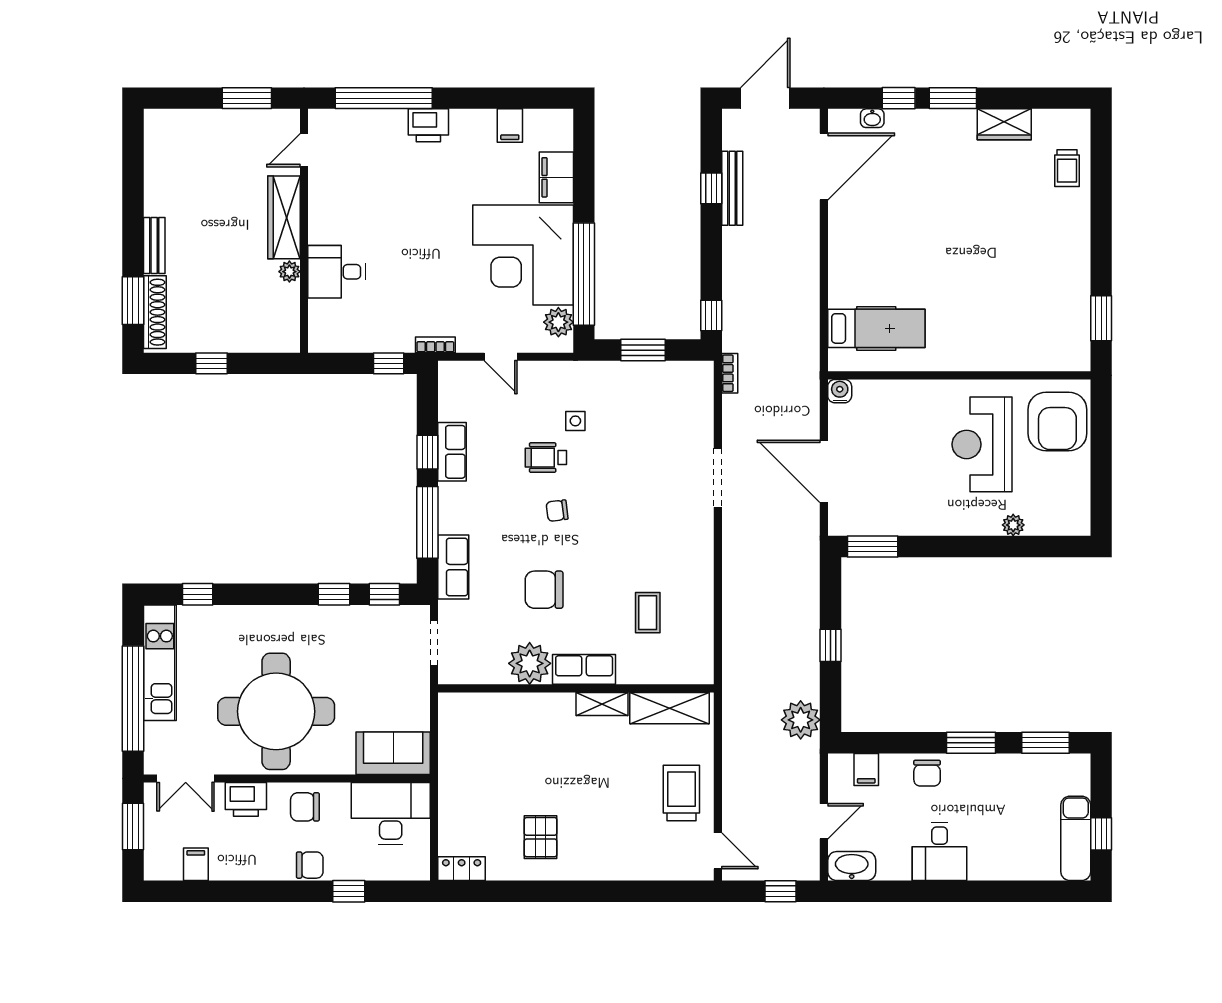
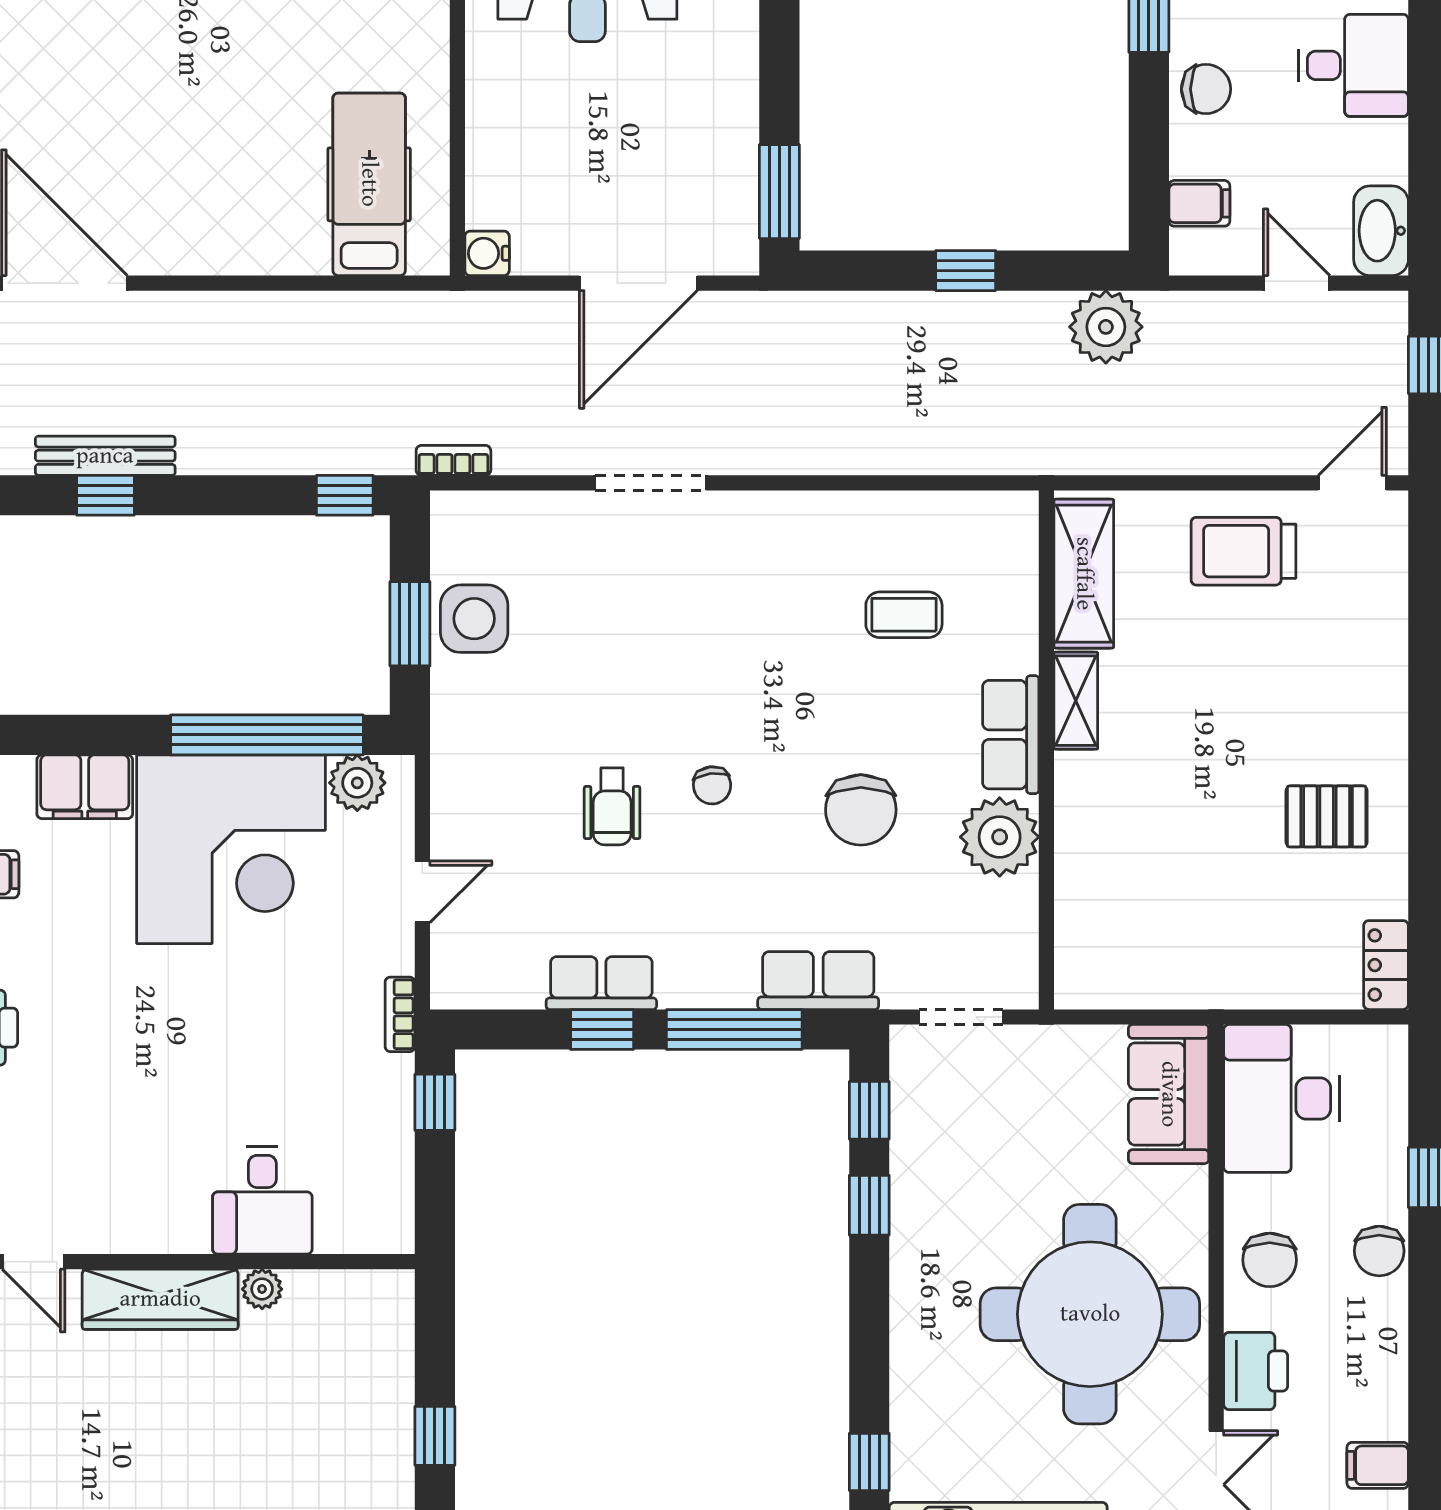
side table: (575, 421) -> (474, 619), moved, width x1.87, depth x1.87
chair: (310, 865) -> (1379, 1251), turned 180

